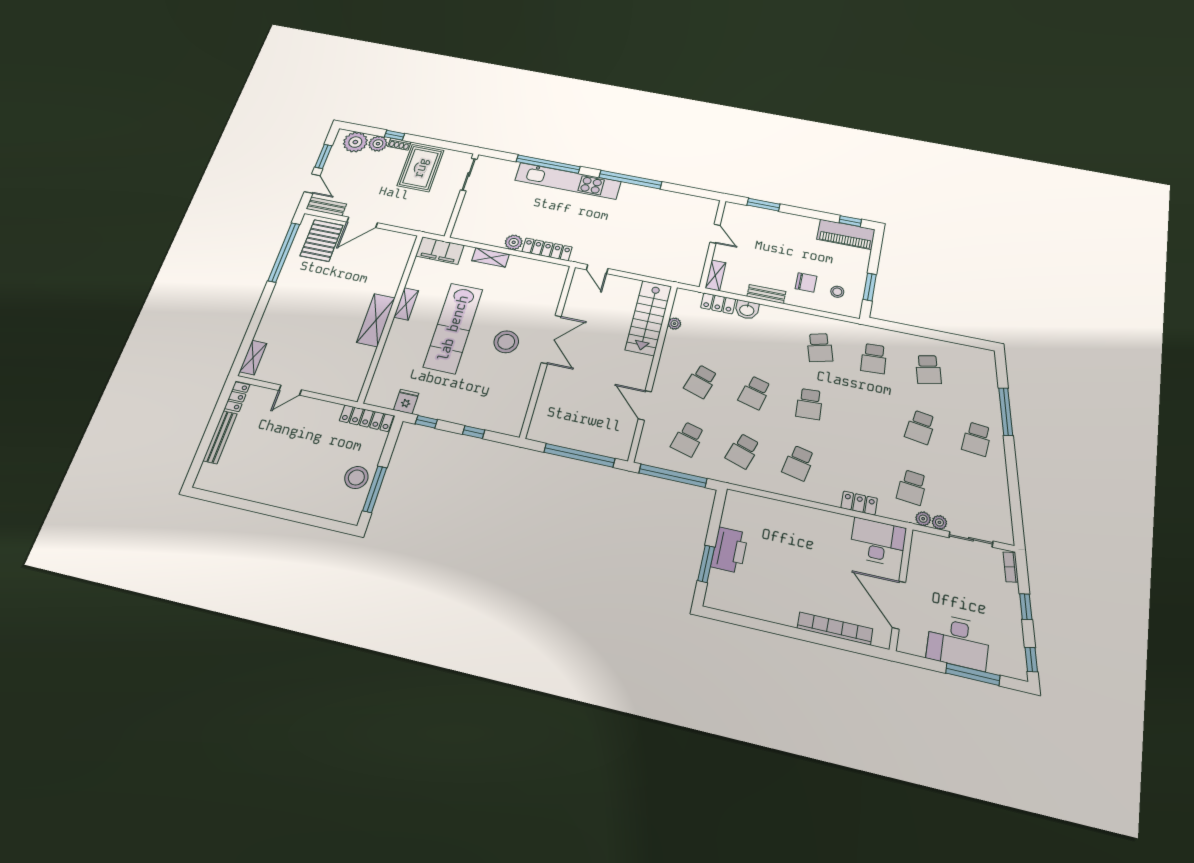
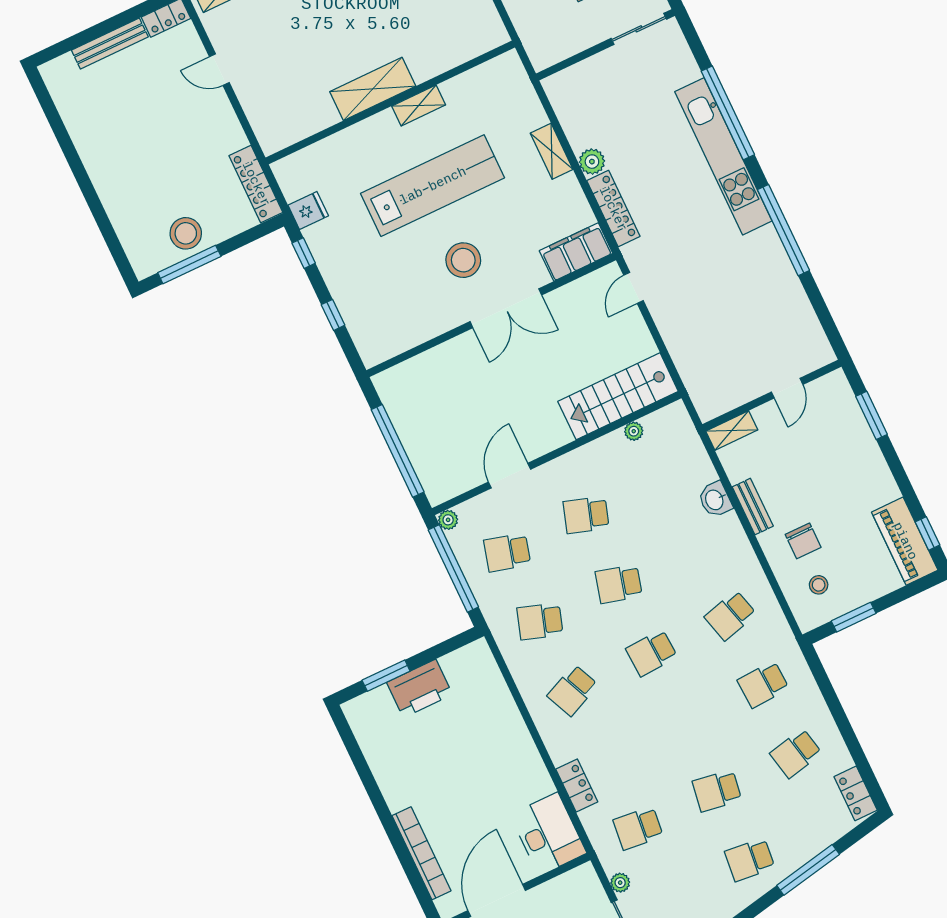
filing cabinet: (440, 251) -> (576, 252), moved, turned 90
locker: (718, 303) -> (856, 793), moved
lab bench: (453, 328) -> (433, 186), turned 180
school desk: (798, 463) -> (573, 690), turned -36
plant: (923, 519) -> (448, 520), moved

